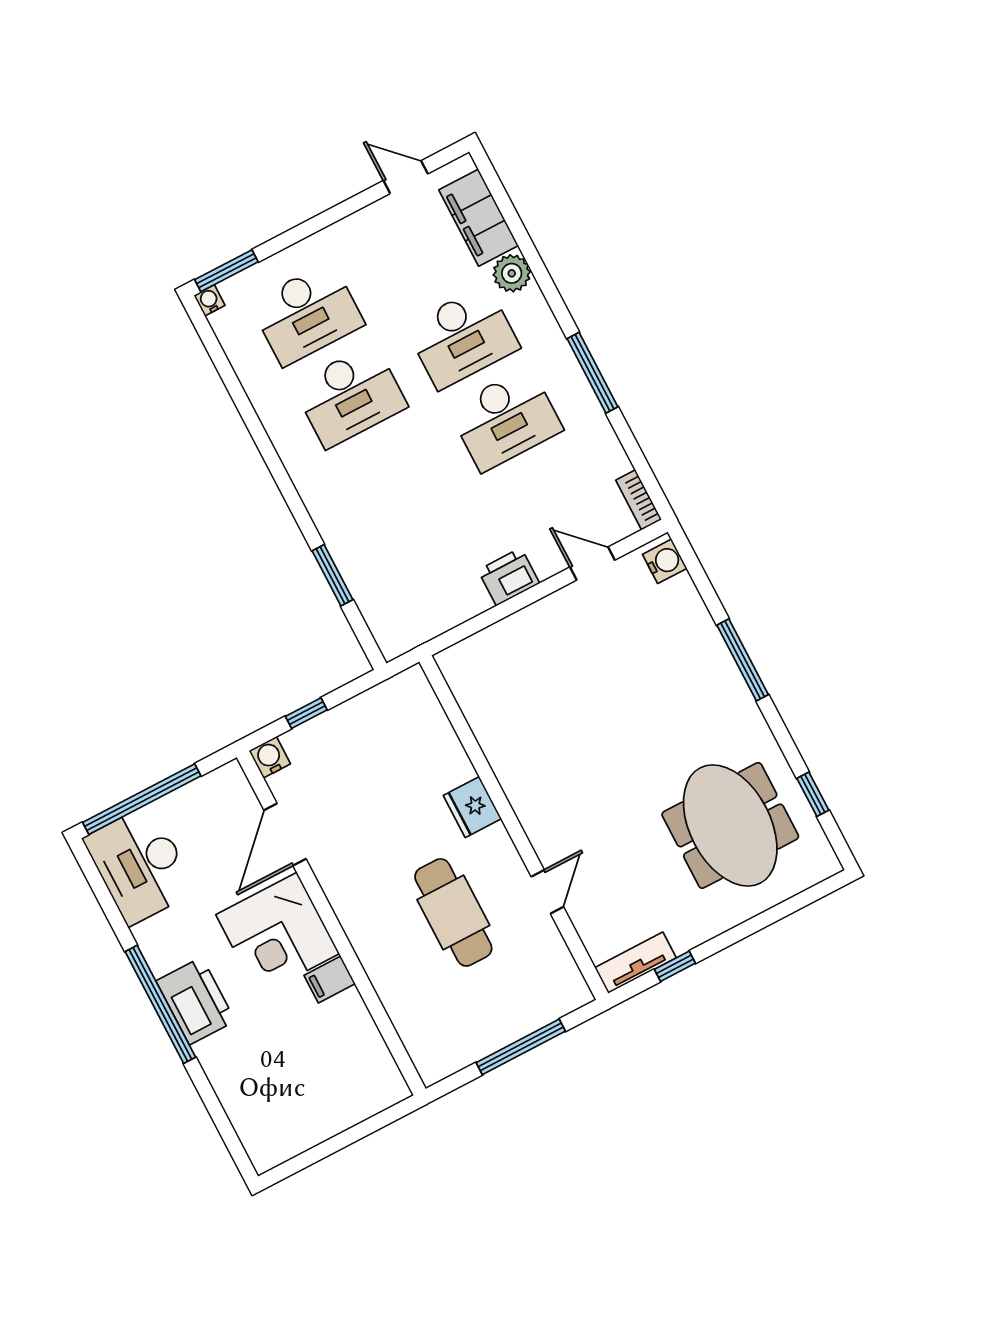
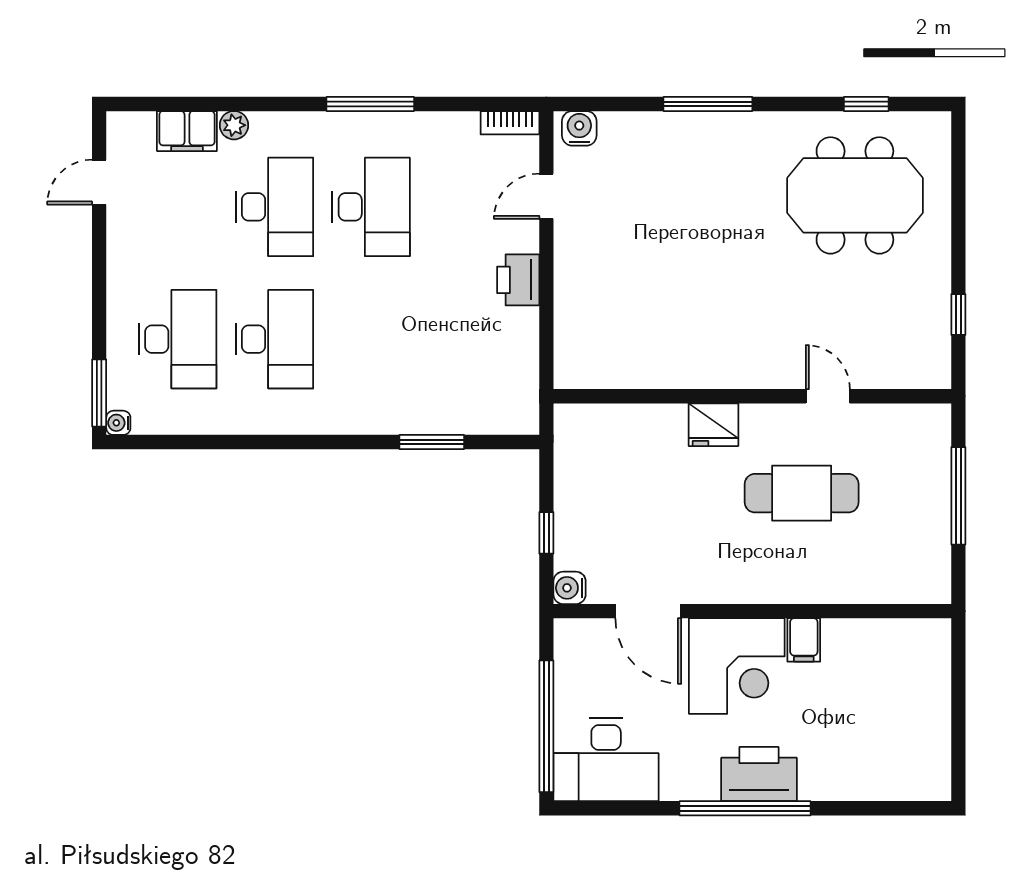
filing cabinet: (479, 218) -> (187, 131), width x0.67, depth x0.86
plant: (512, 273) -> (234, 125), width x0.73, depth x0.73
tv unit: (636, 963) -> (936, 349), removed

